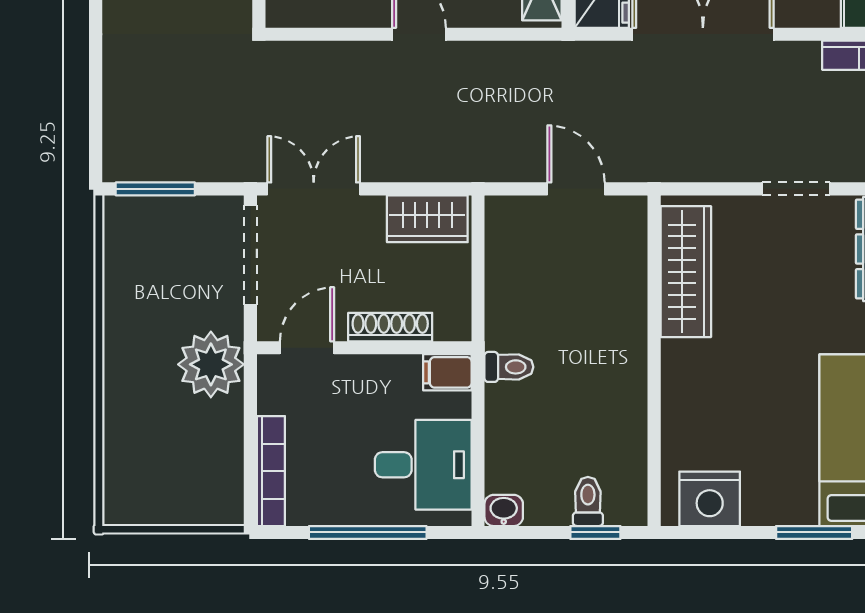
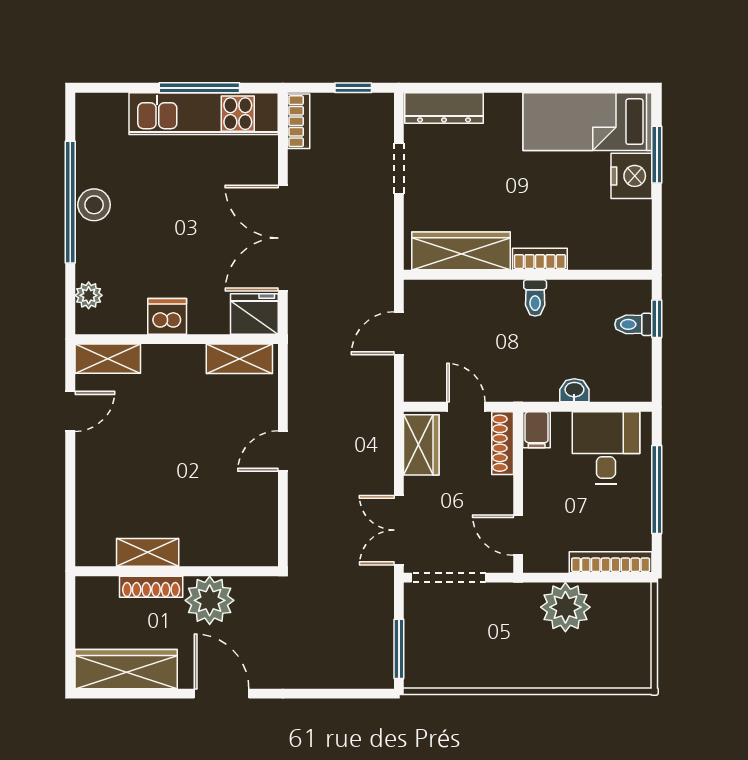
door: (478, 278) -> (466, 407), added
shoe rack: (390, 327) -> (503, 443), moved
plant: (211, 364) -> (565, 607), moved
toilet: (509, 367) -> (535, 298), moved, turned 180
bookcase: (675, 377) -> (540, 259), added
nightstand: (710, 499) -> (631, 176), moved
washbasin: (504, 510) -> (574, 390), moved, turned 90

